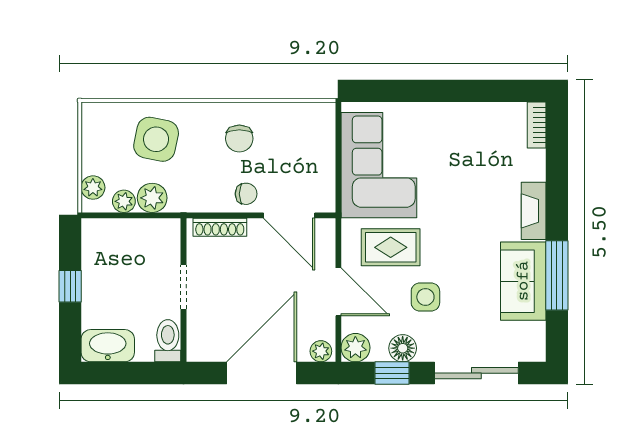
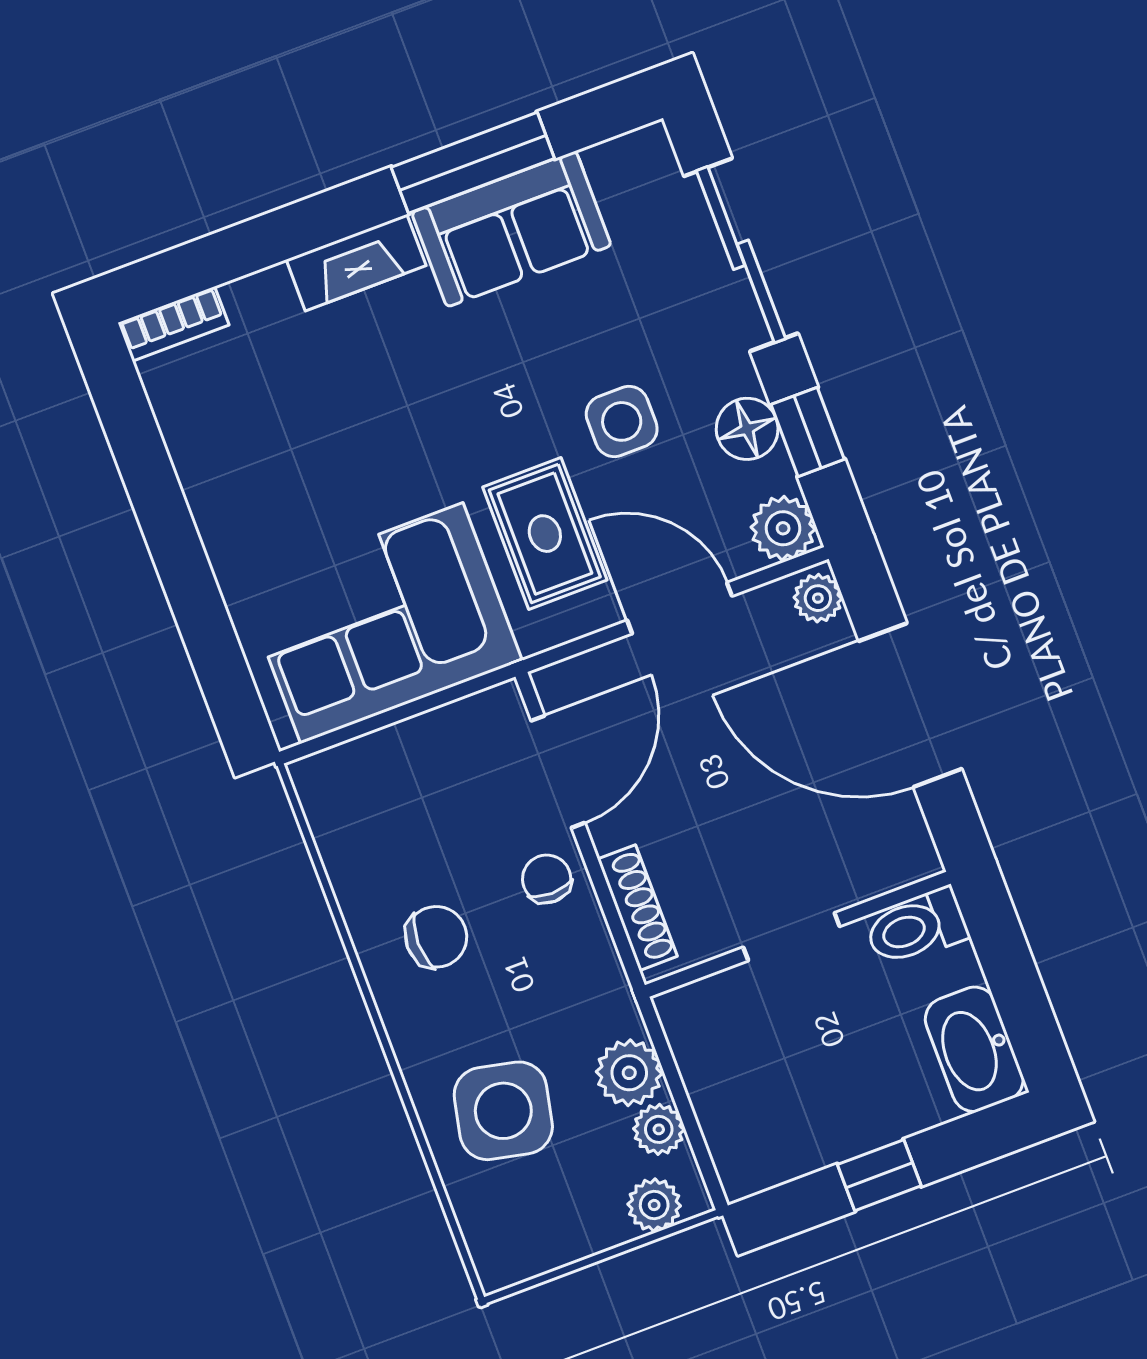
door: (338, 292) -> (680, 608), hinge flipped

